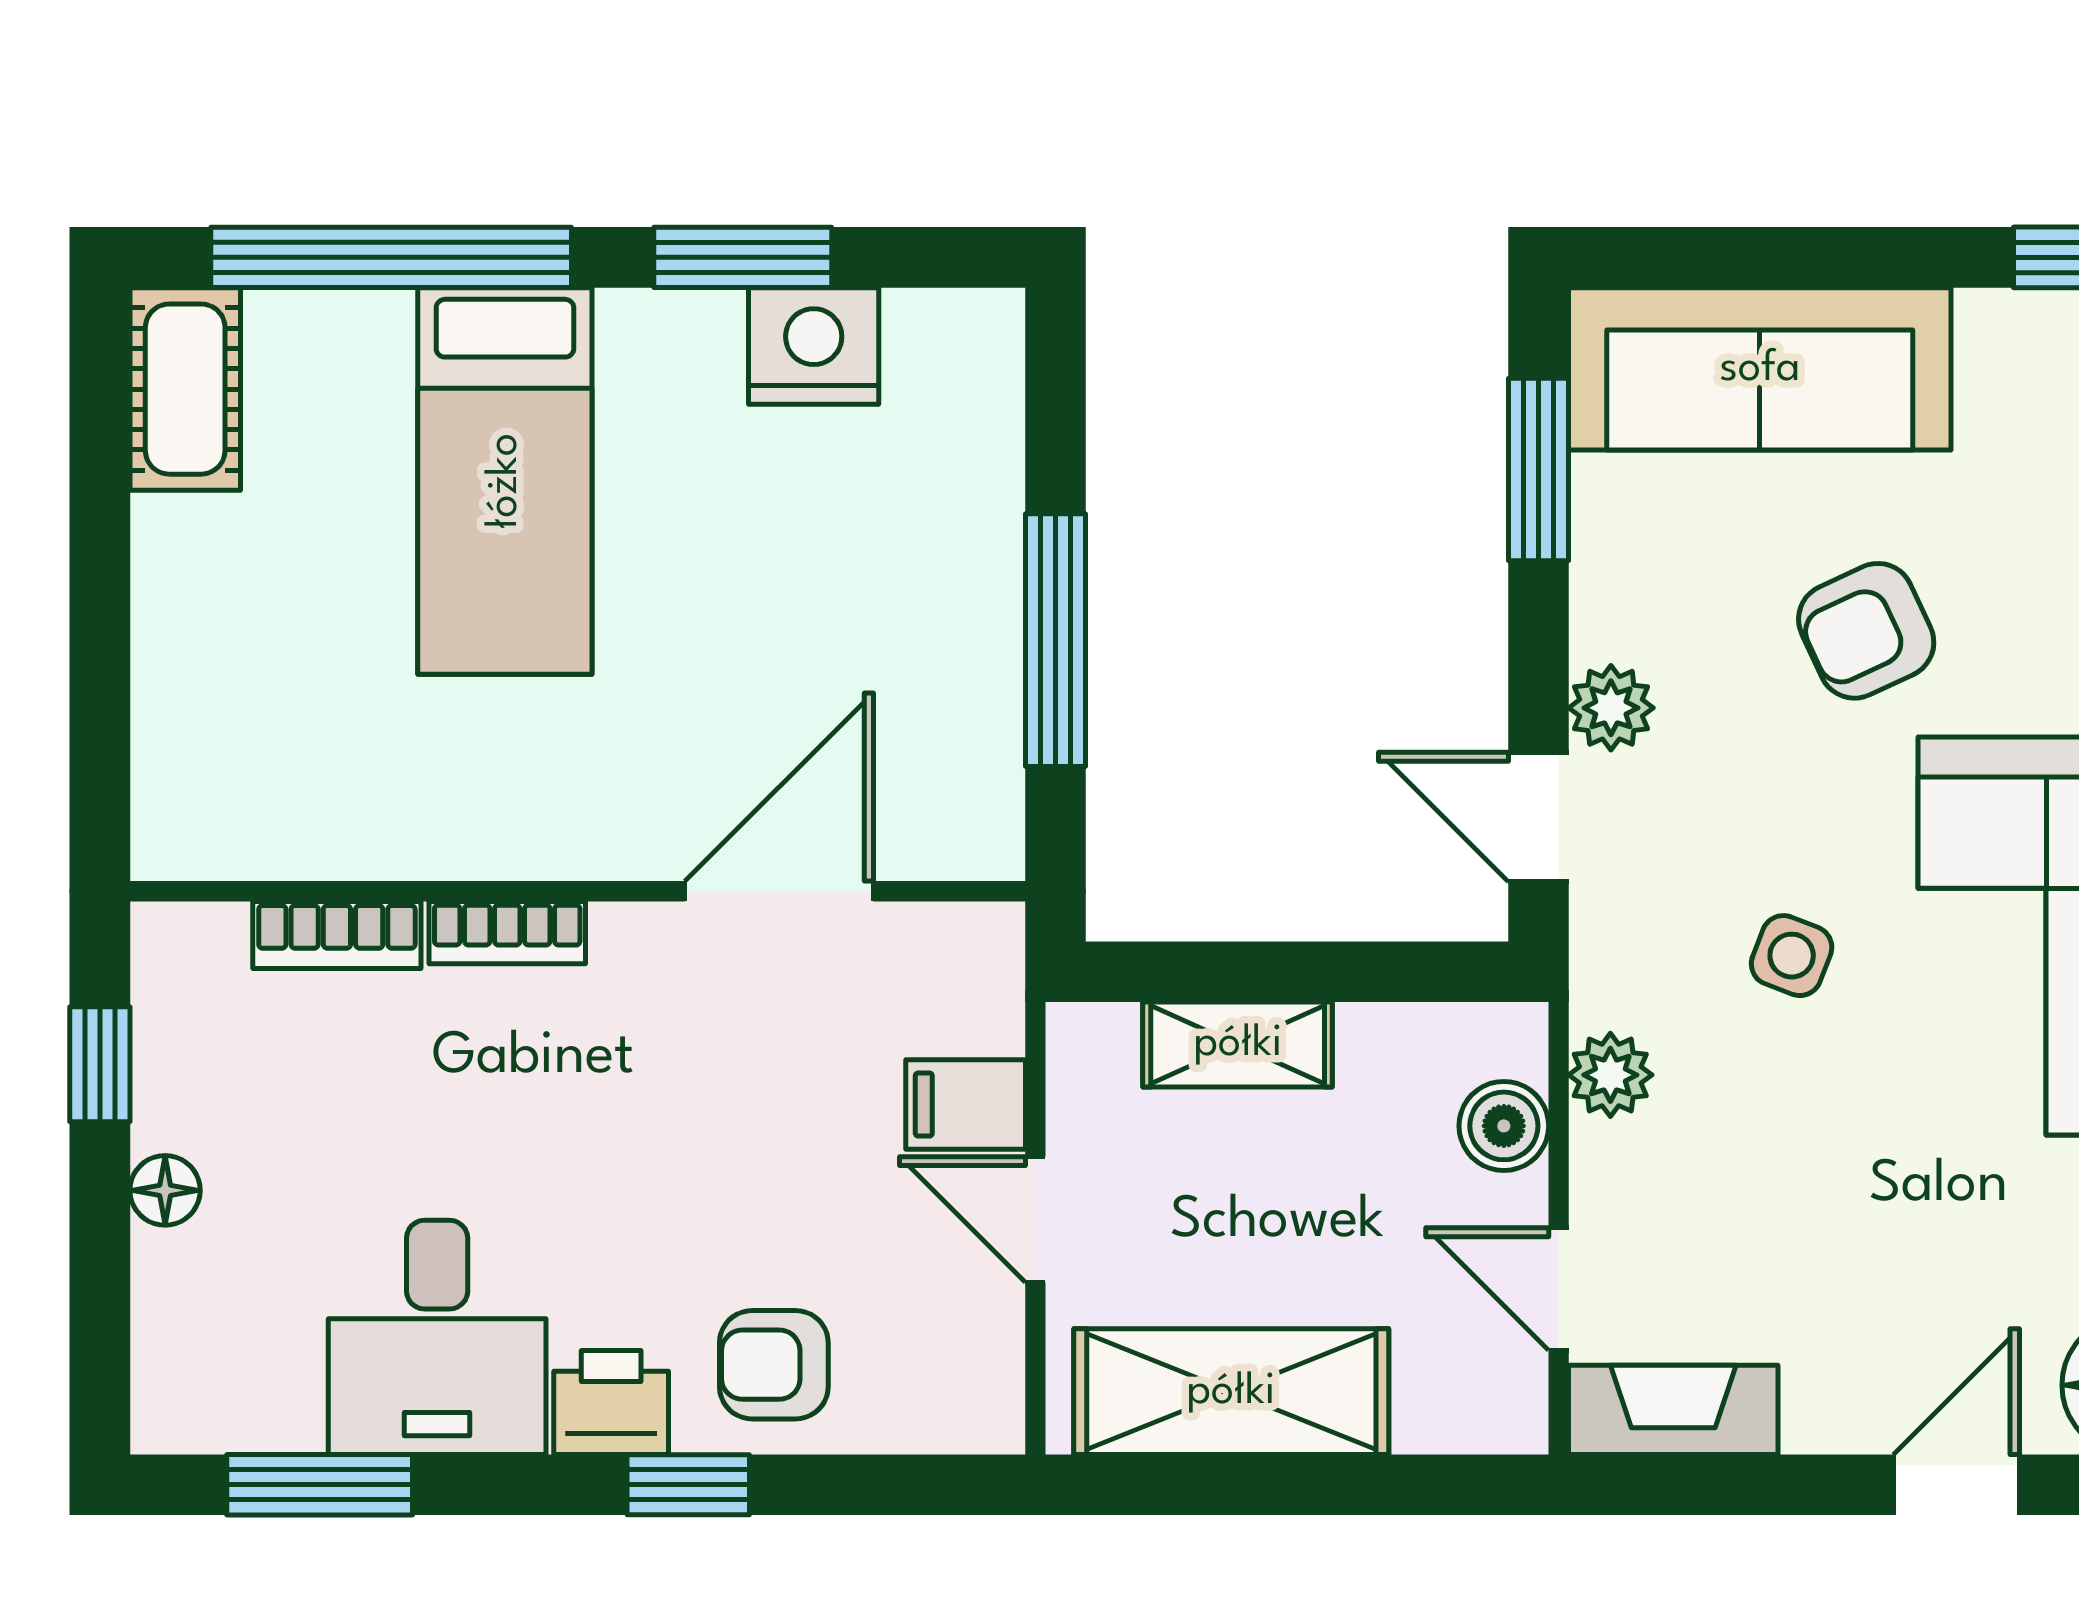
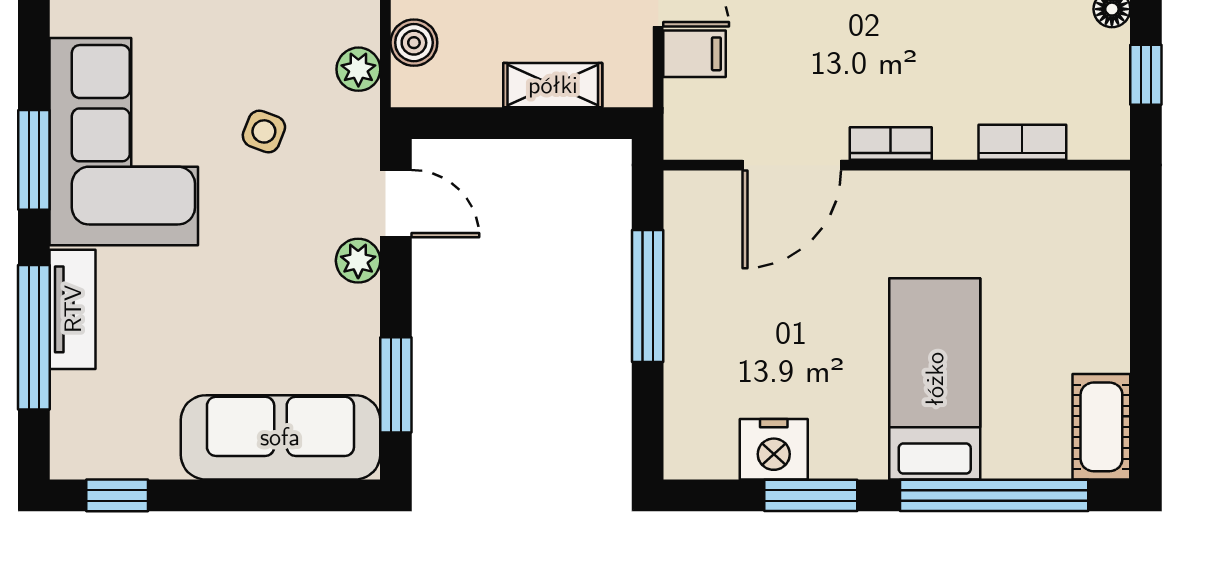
armchair: (1866, 631) -> (225, 301), removed
bookcase: (507, 933) -> (891, 143), moved

